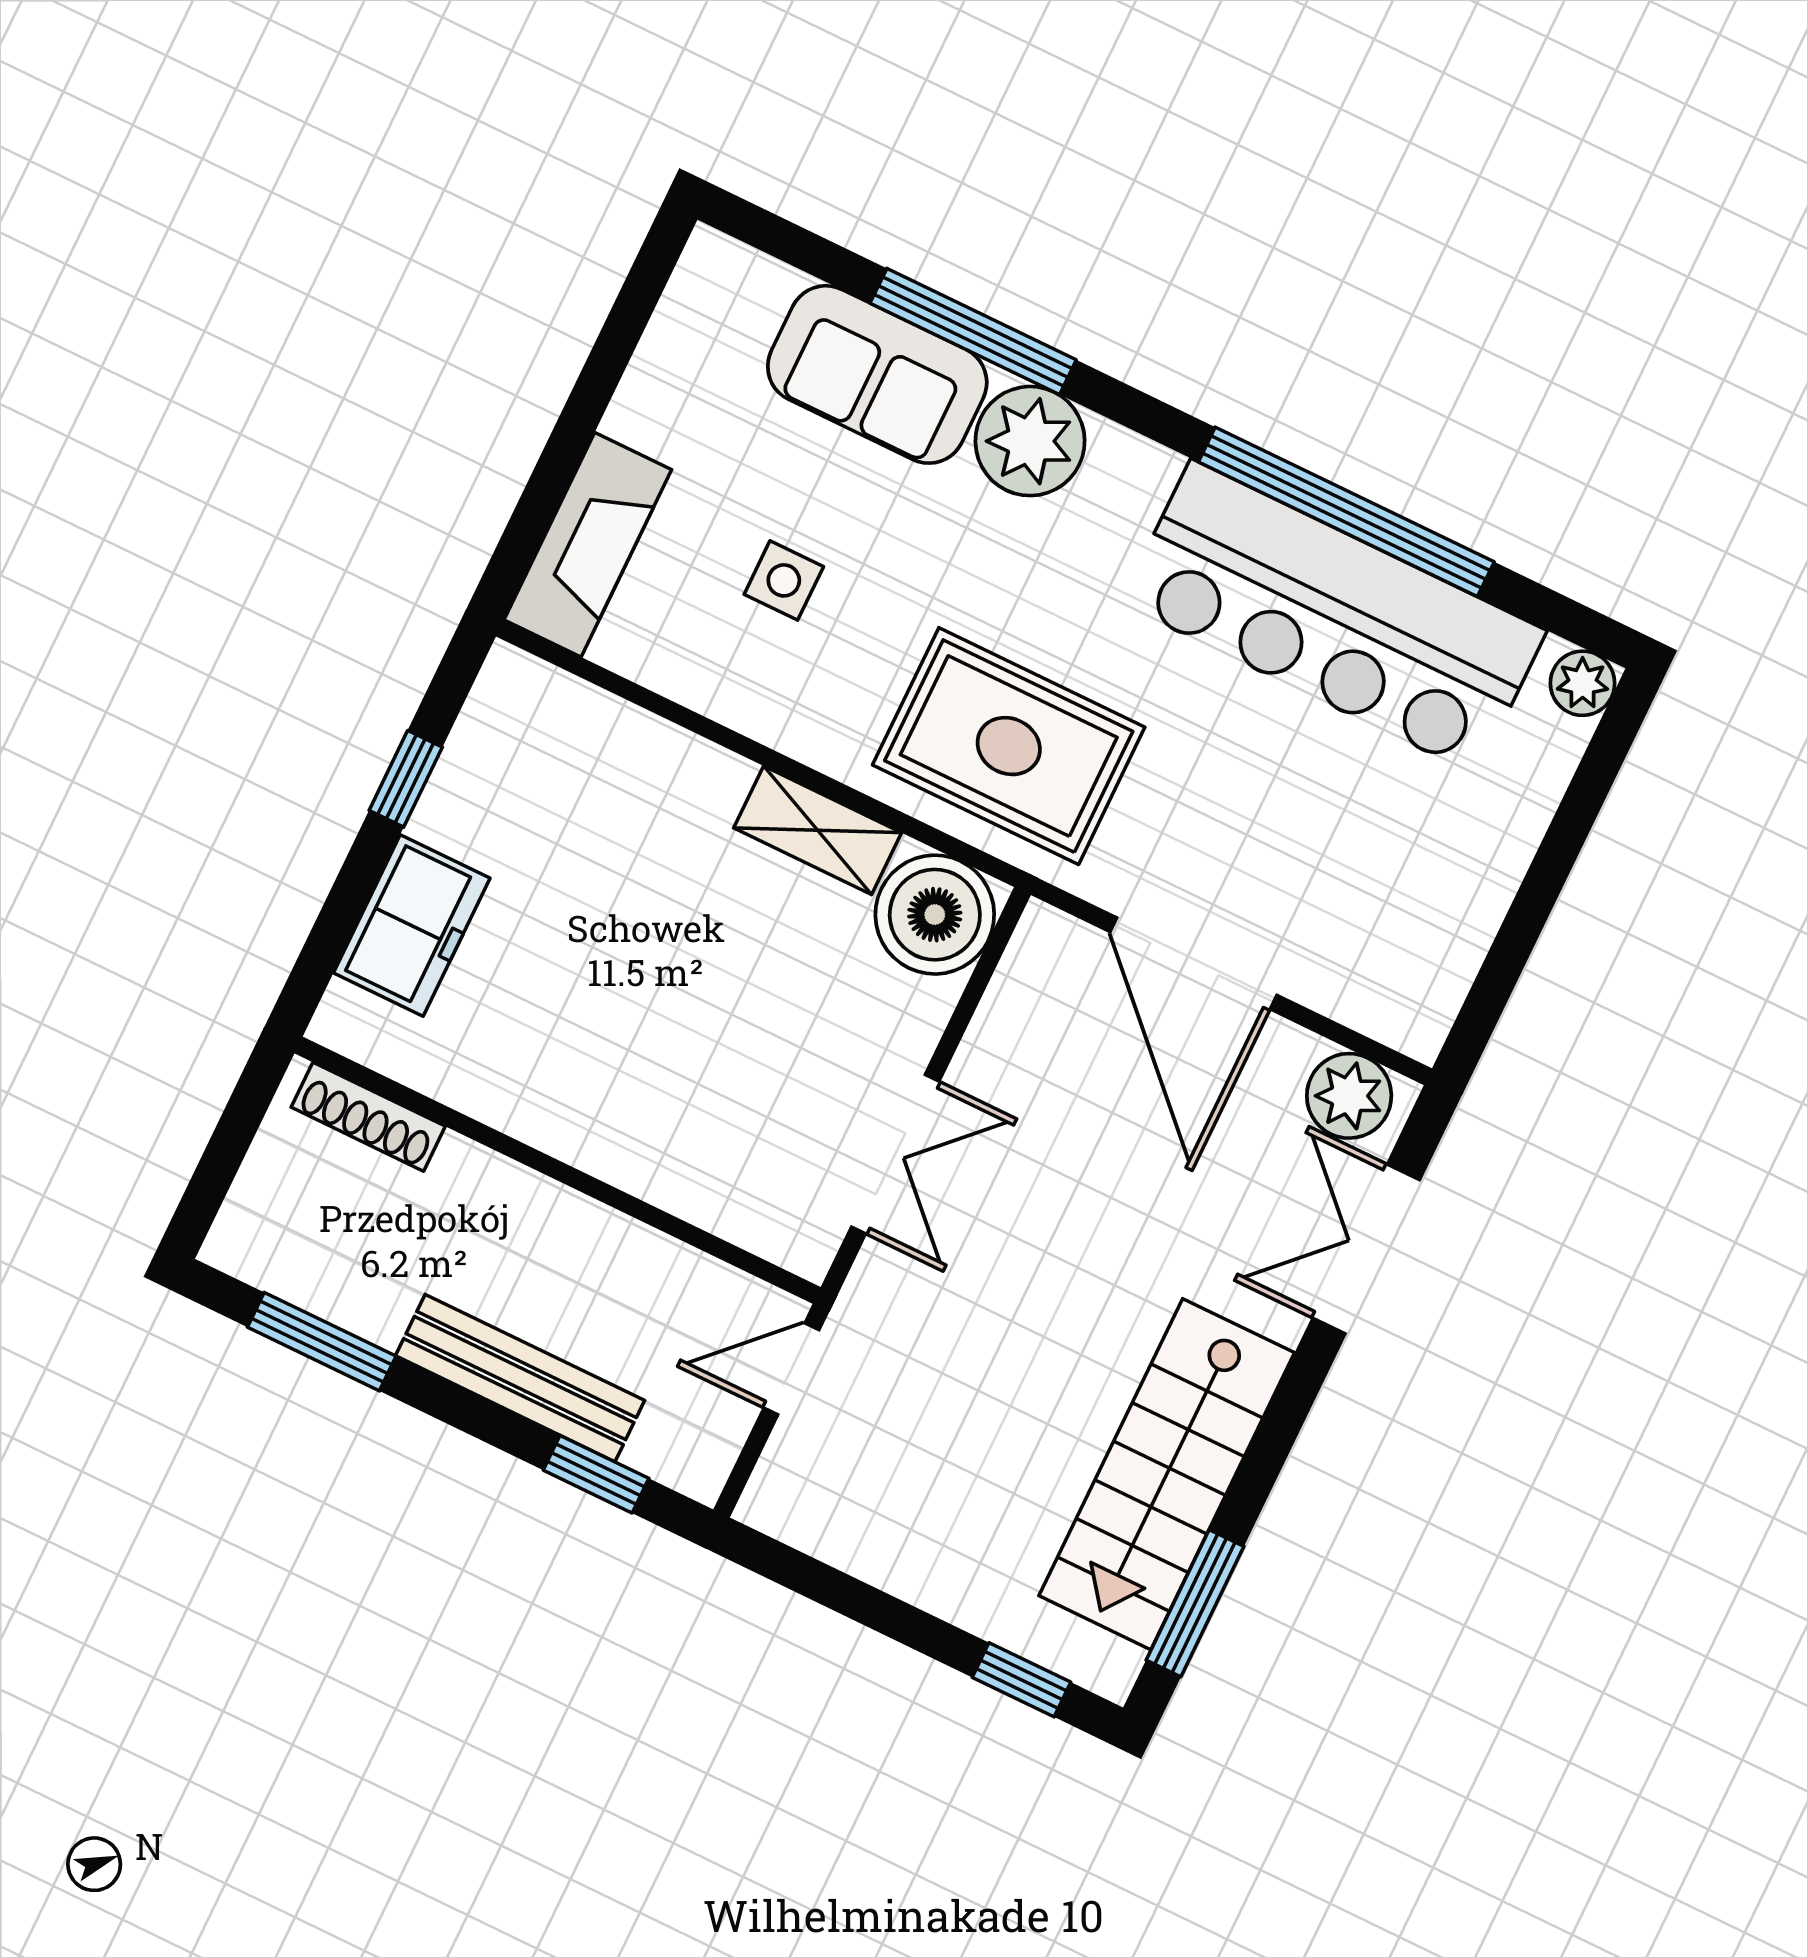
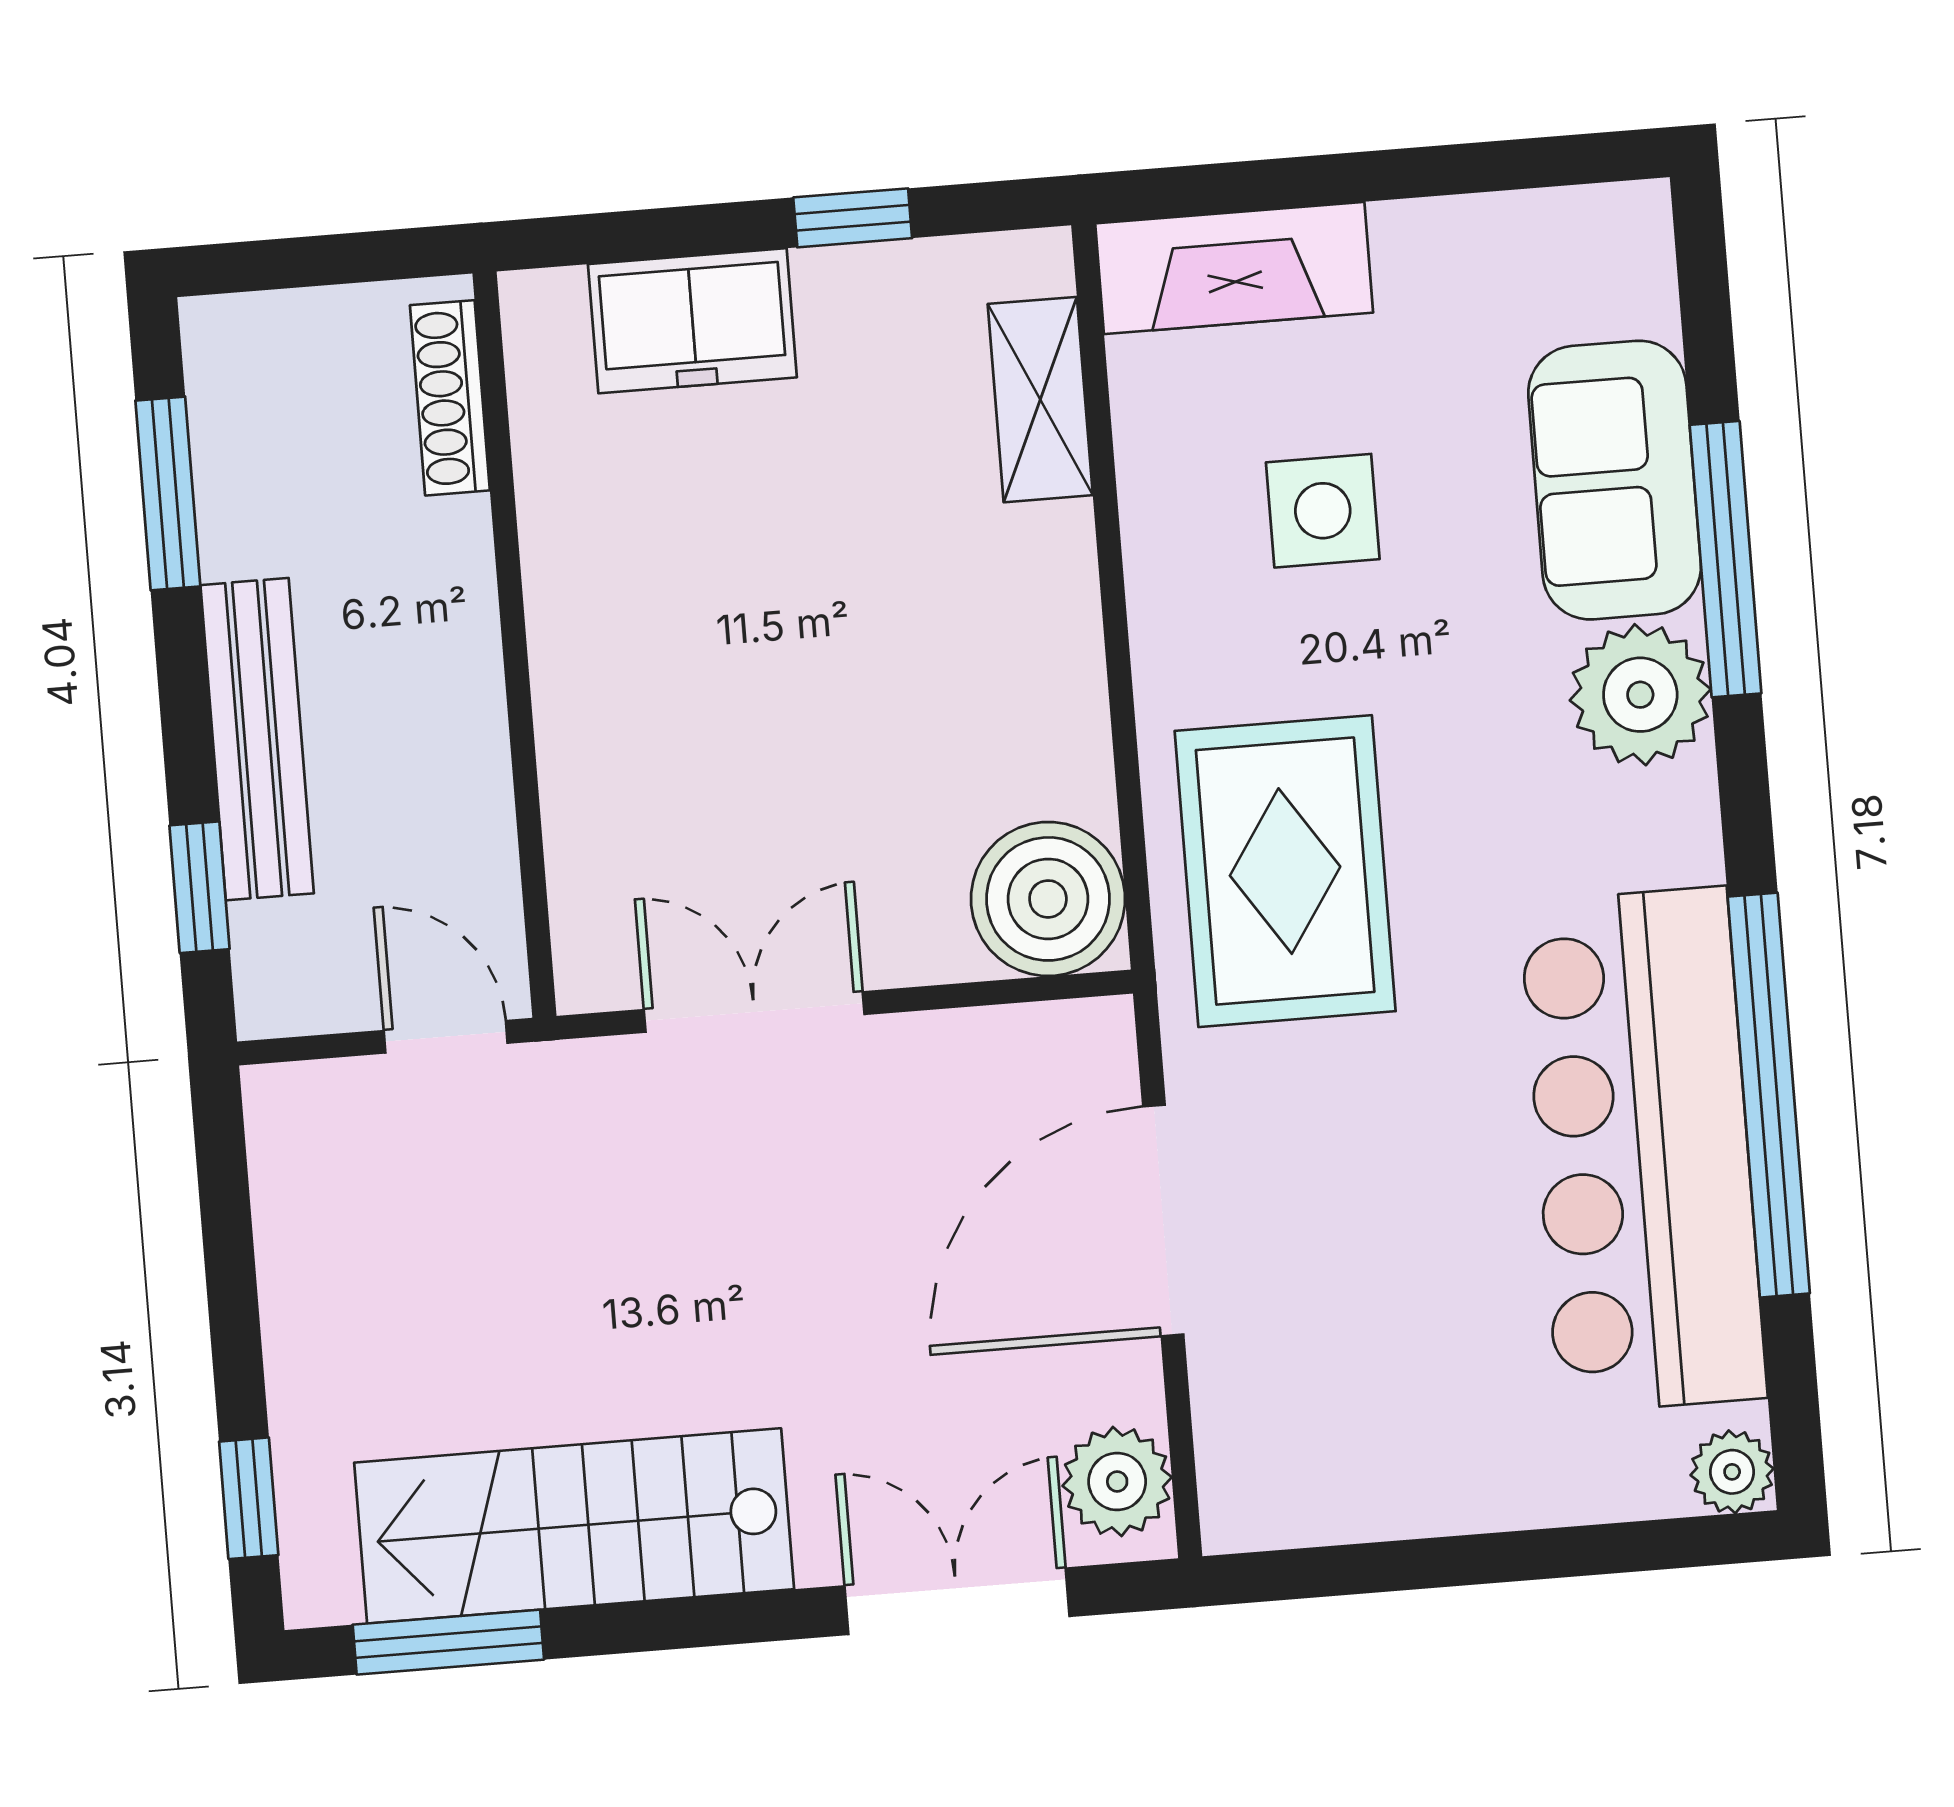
side table: (784, 580) -> (1323, 511), width x1.37, depth x1.37
shelving: (818, 830) -> (1040, 400), moved
double door: (895, 1154) -> (754, 1012), swing flipped

